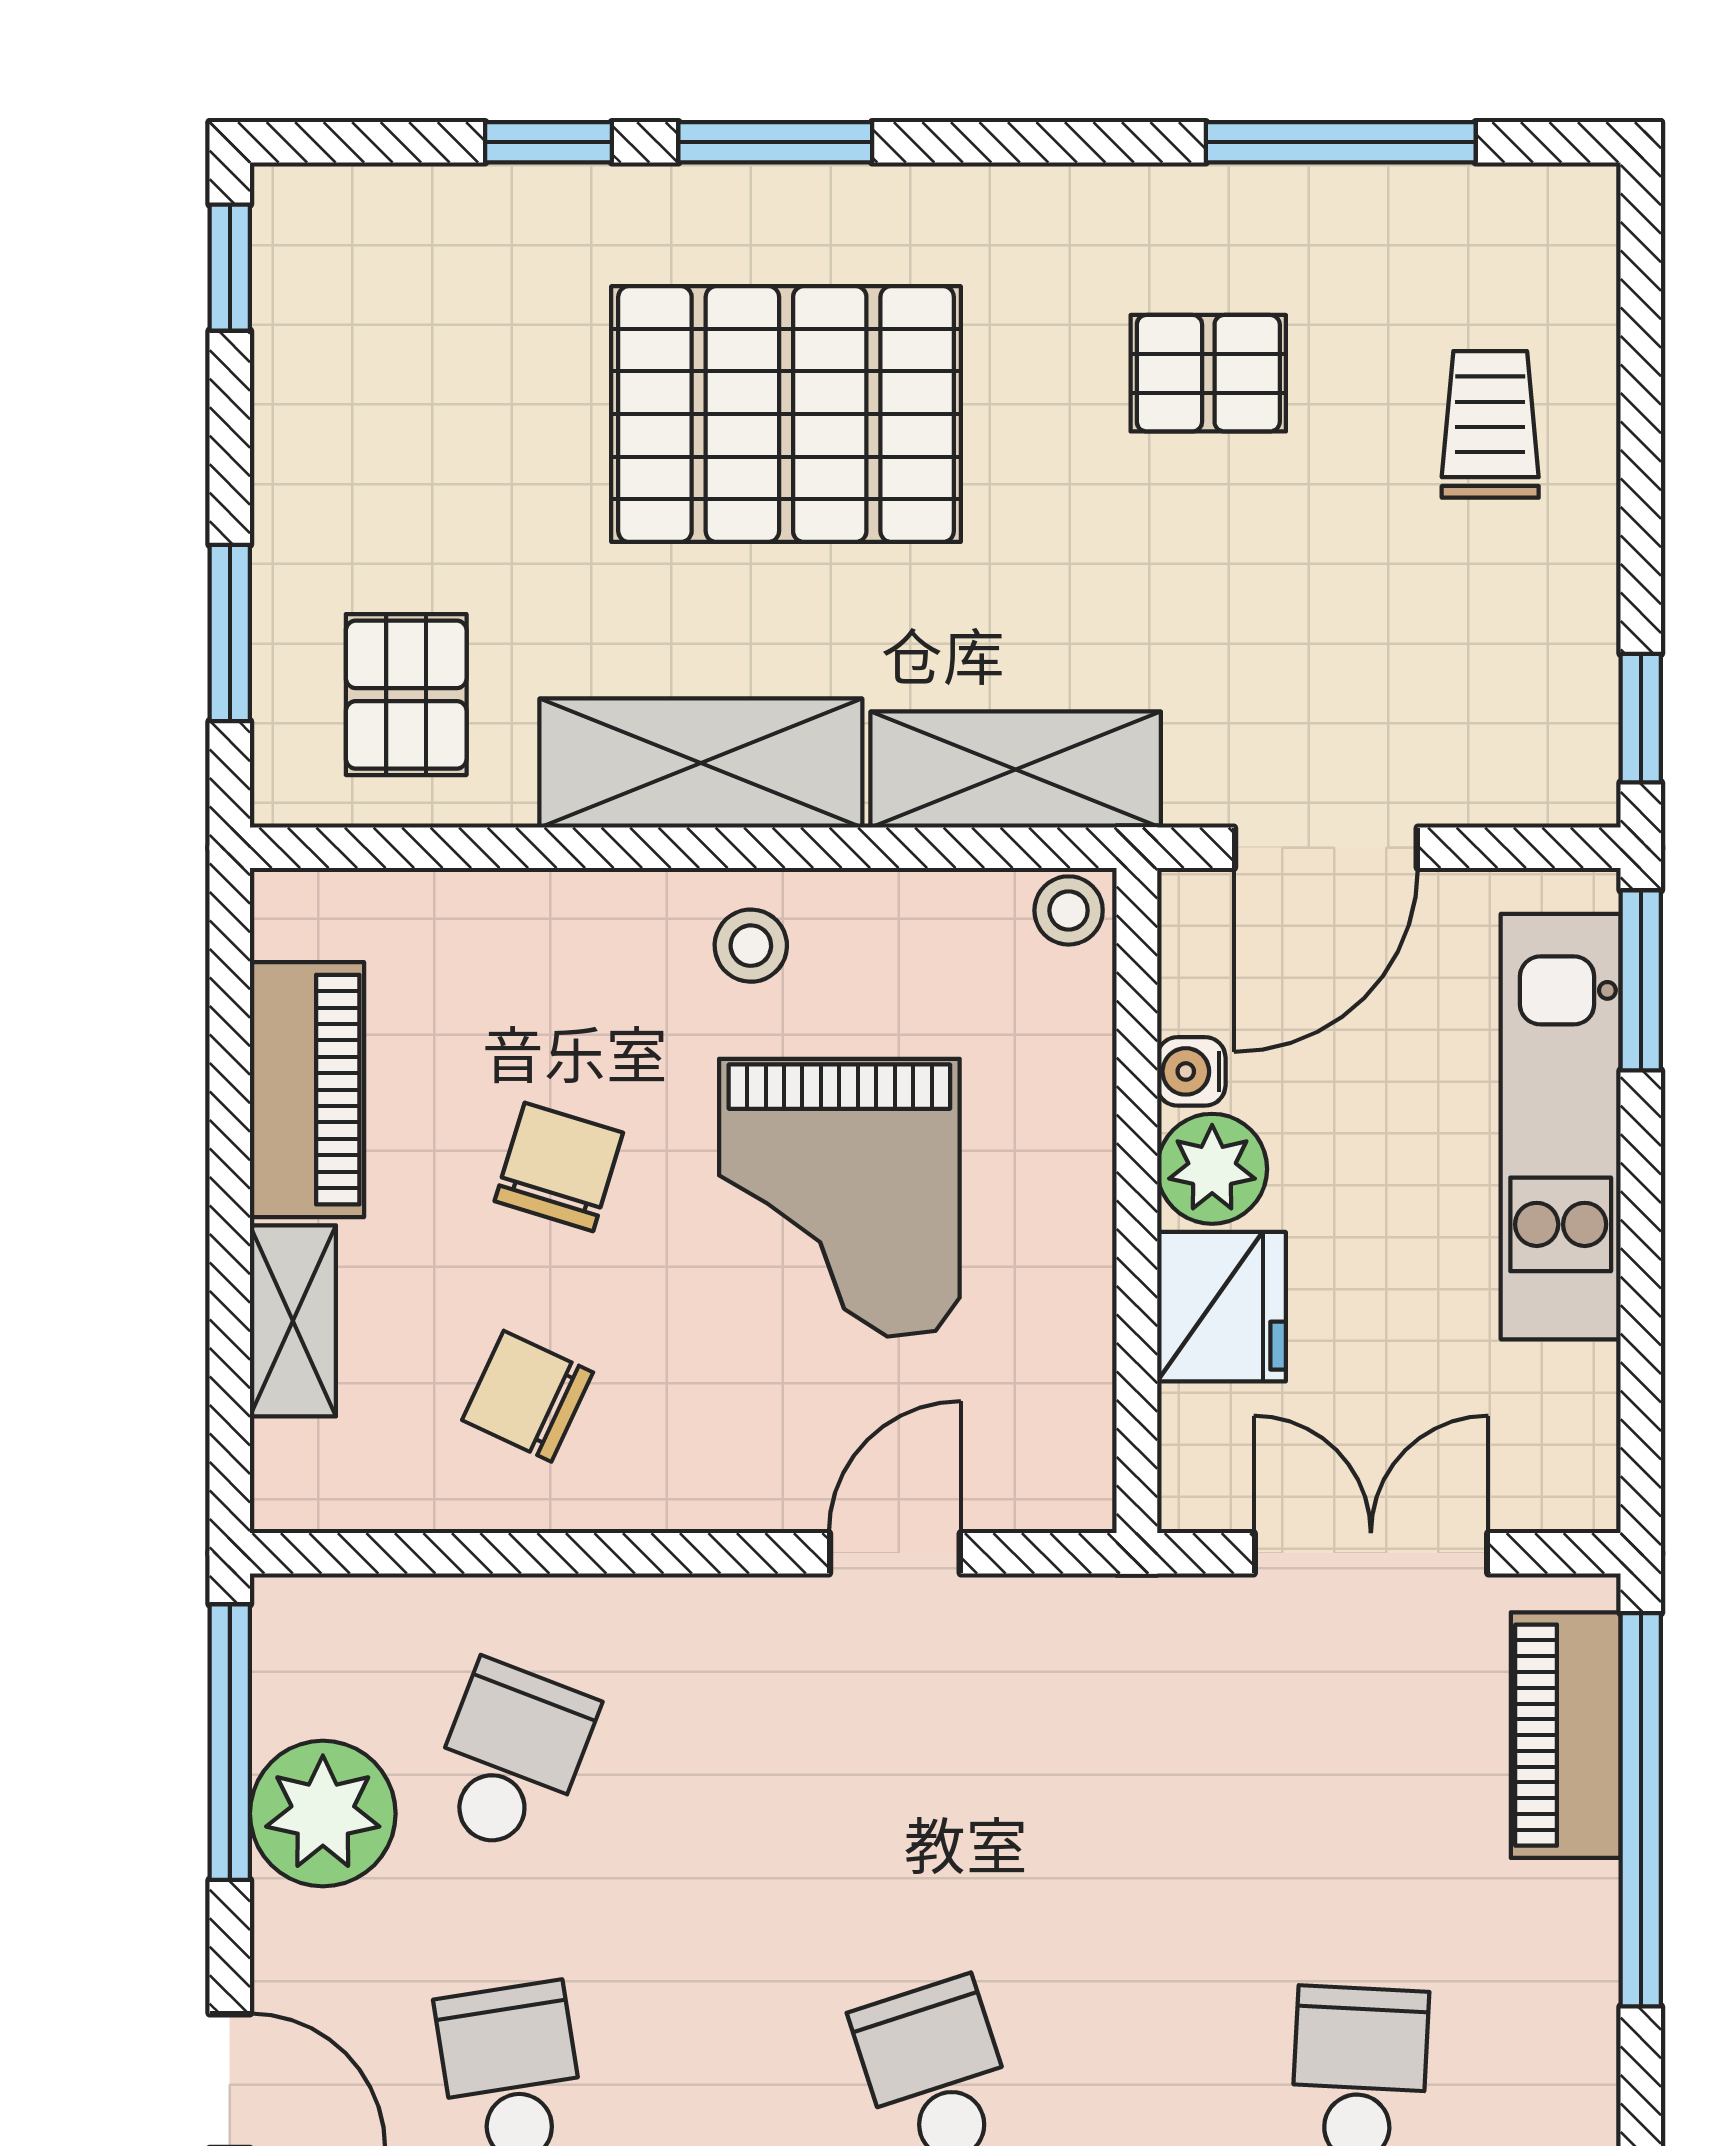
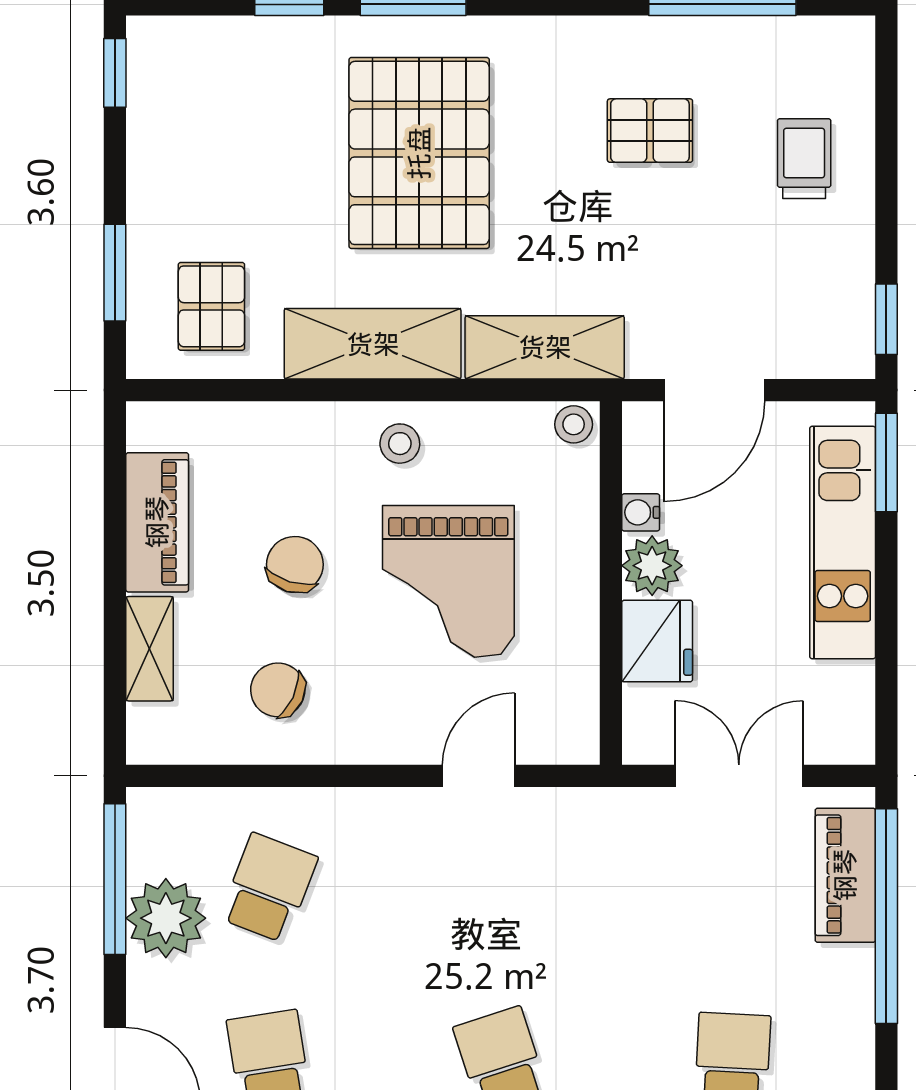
pallet: (786, 414) -> (419, 153), turned 90

